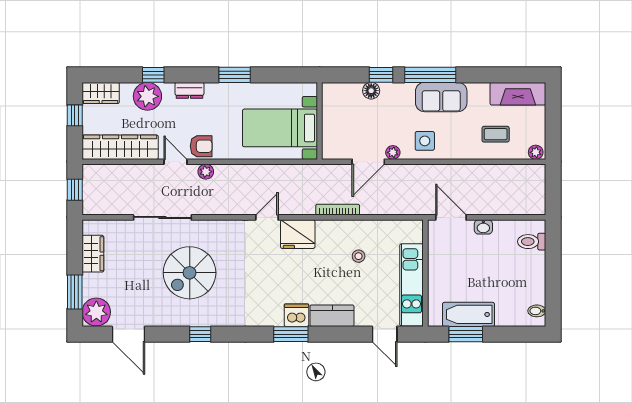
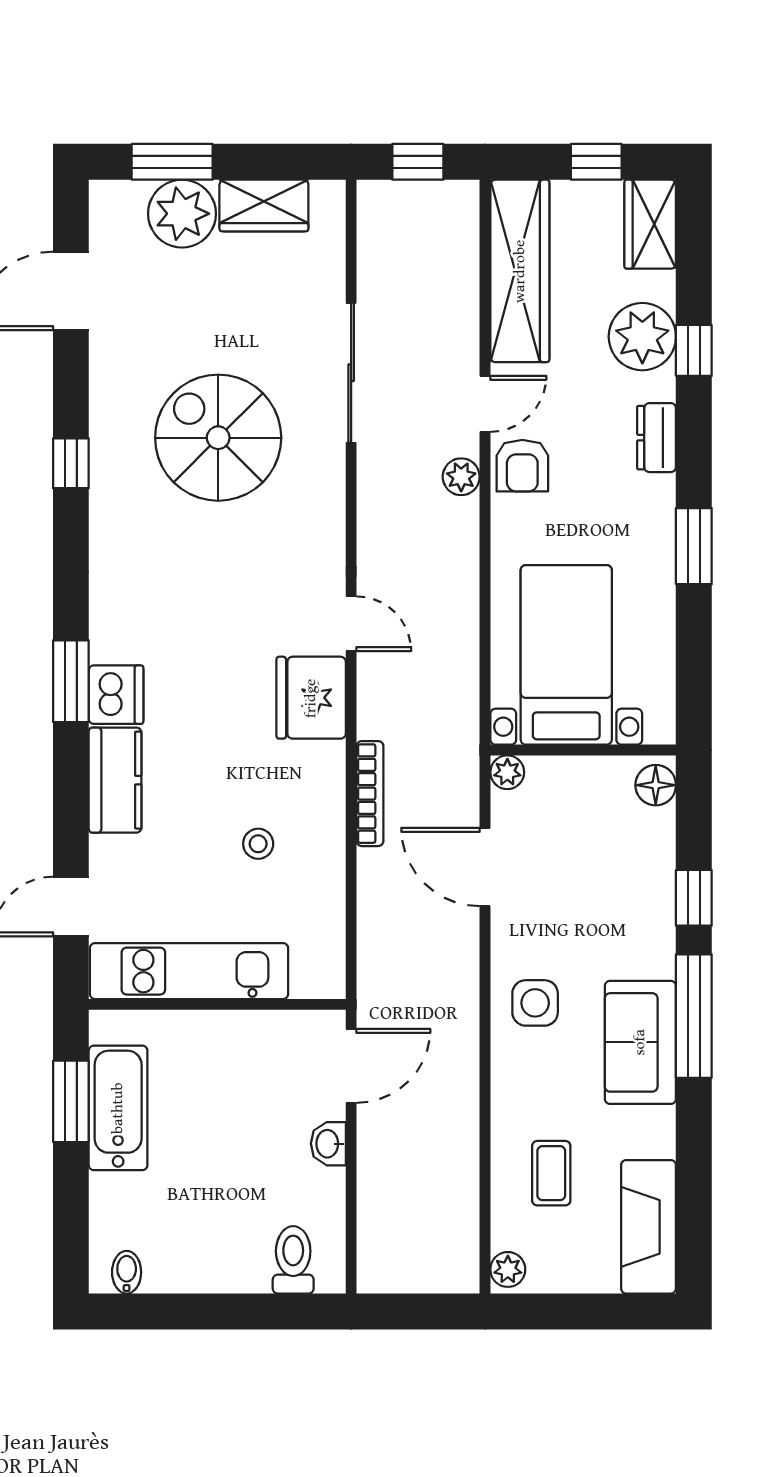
floor lamp: (371, 91) -> (656, 785), moved
plant: (393, 152) -> (507, 772), moved
plant: (96, 312) -> (182, 214), moved

